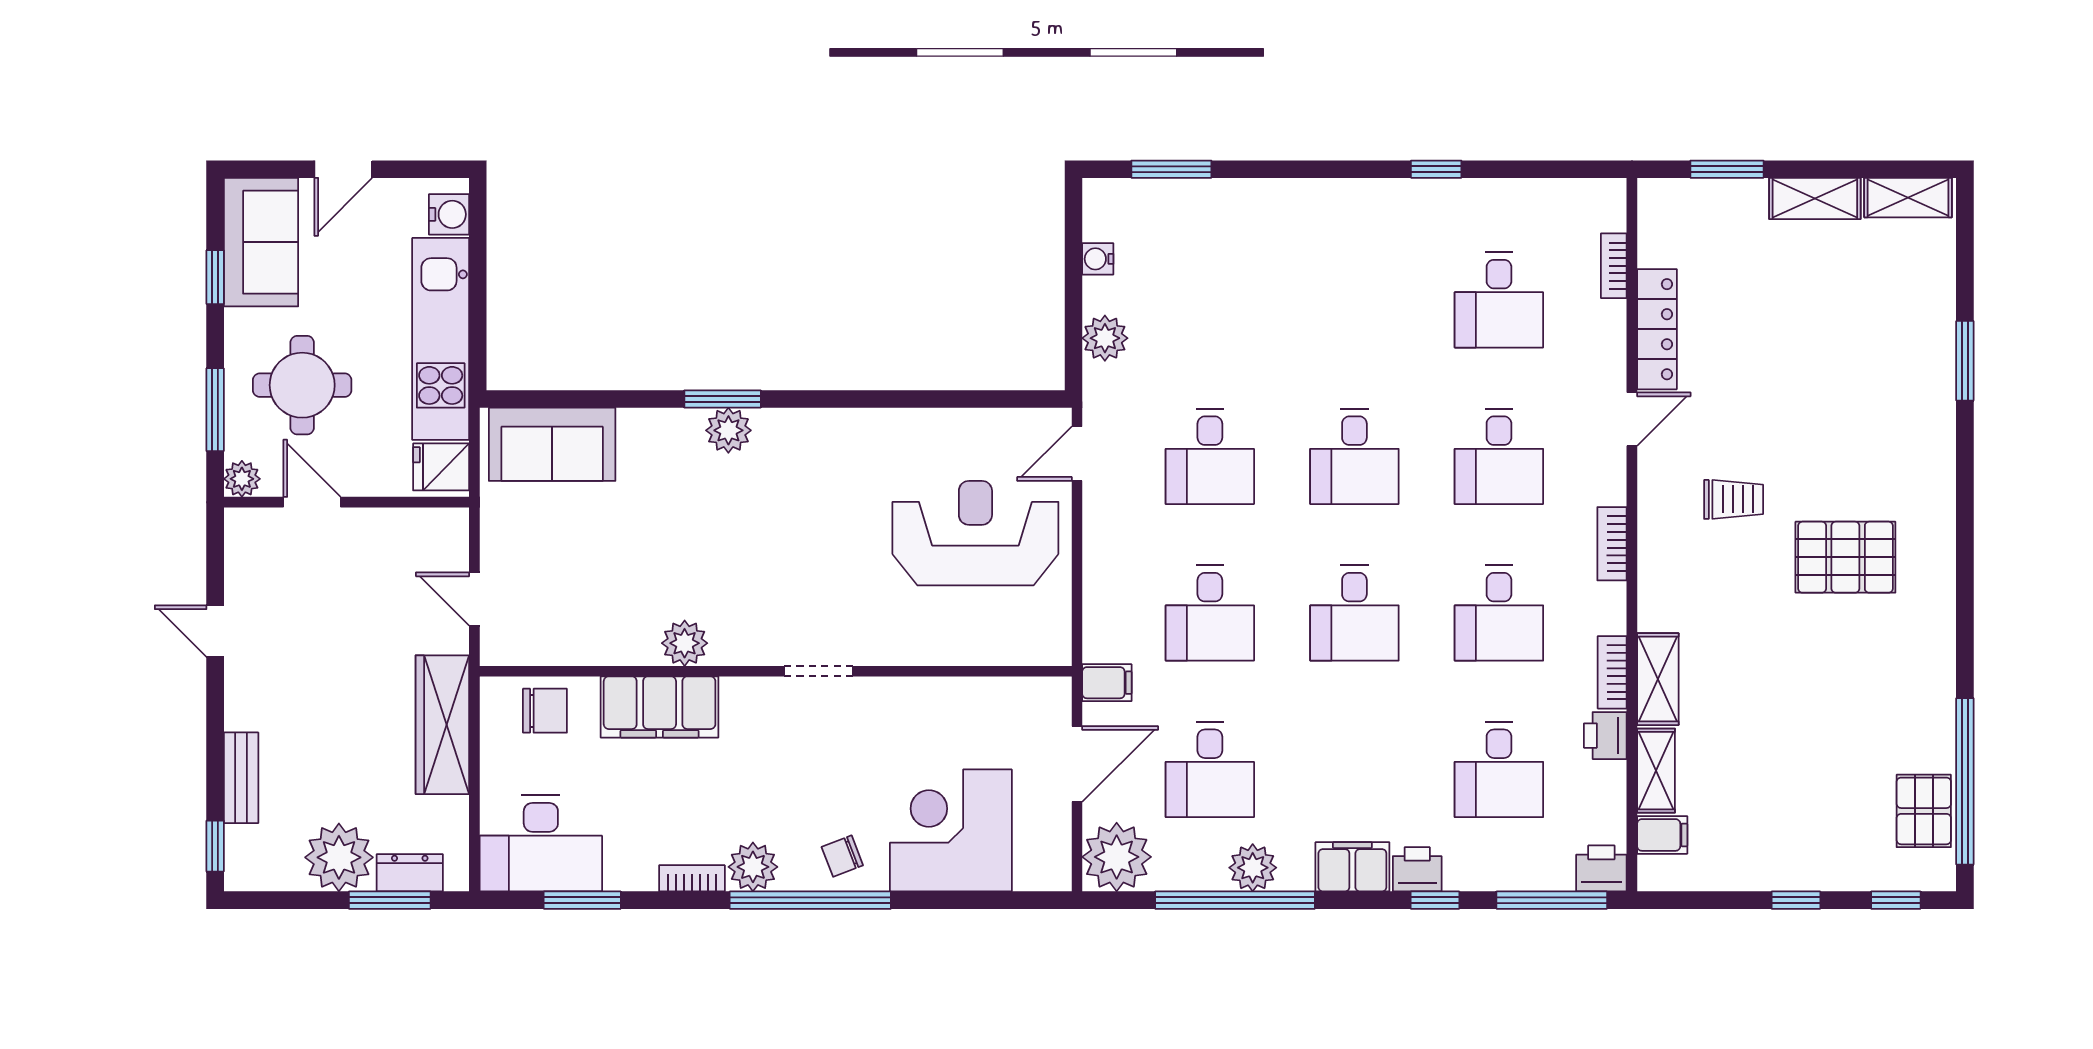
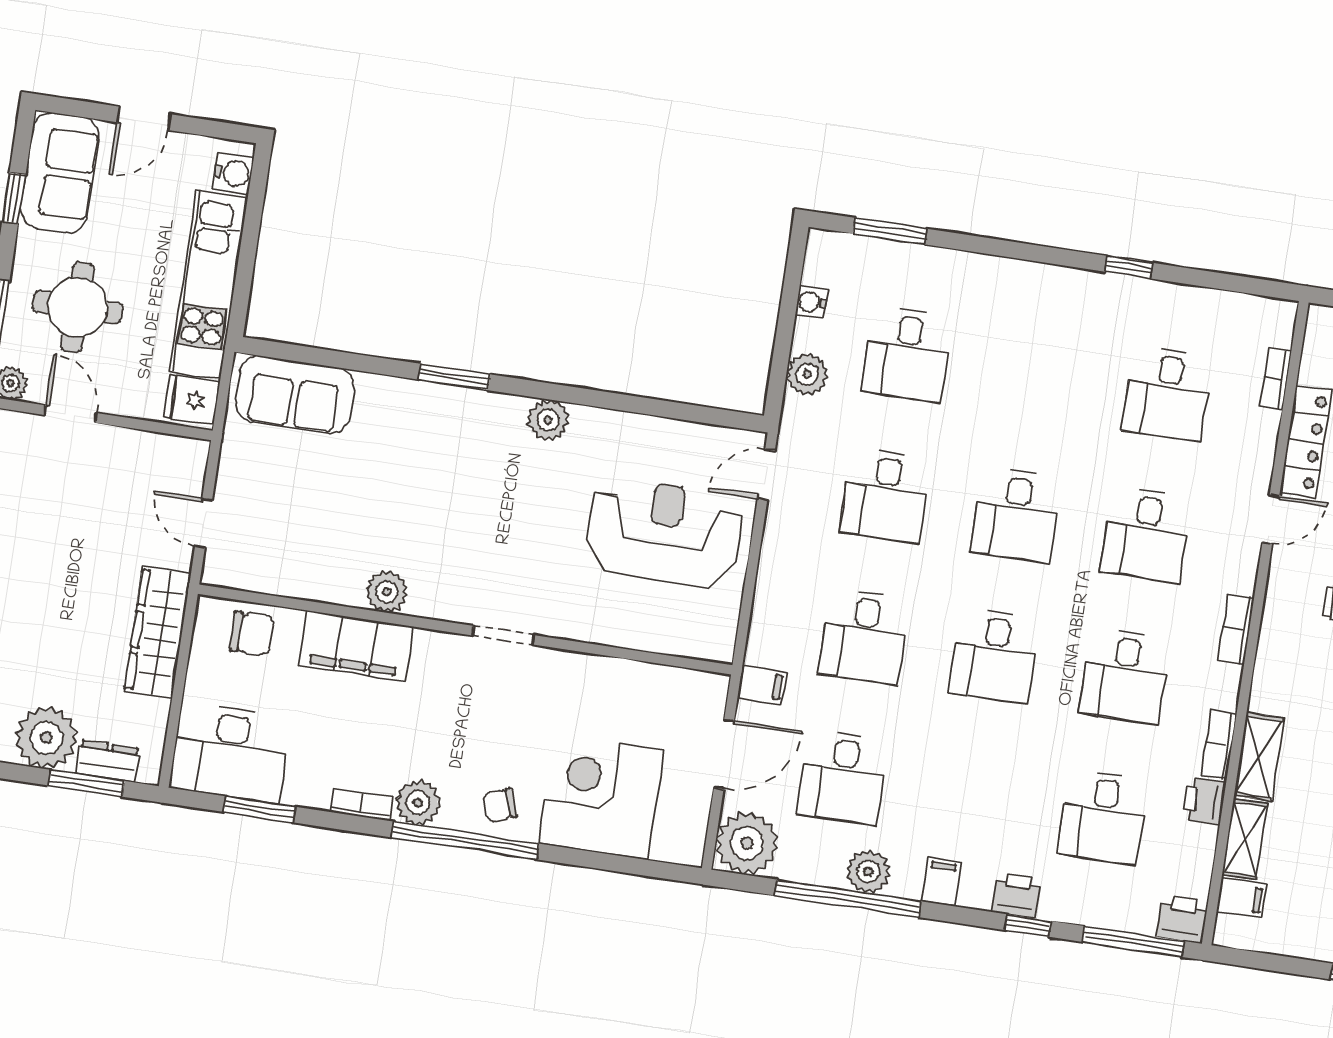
desk: (1210, 300) -> (907, 354), added
plant: (728, 430) -> (548, 420), moved
filing cabinet: (1352, 867) -> (941, 882), width x0.50

